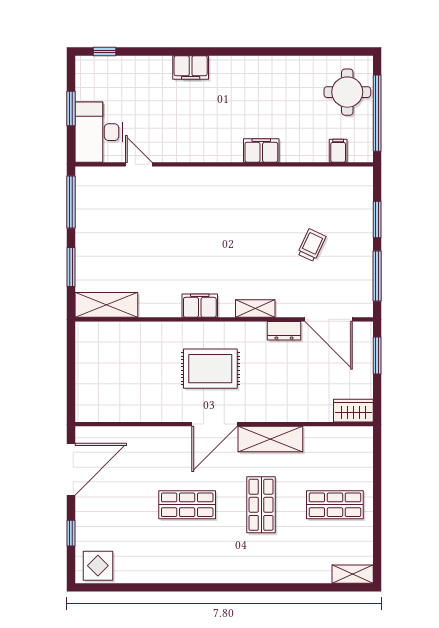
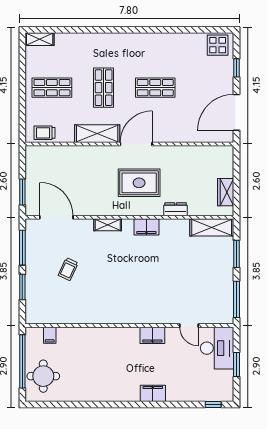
filing cabinet: (261, 151) -> (152, 335), moved
dresser: (284, 331) -> (176, 209), moved
wardrobe: (353, 411) -> (226, 192), moved, turned 90
trolley: (346, 440) -> (44, 133), added

